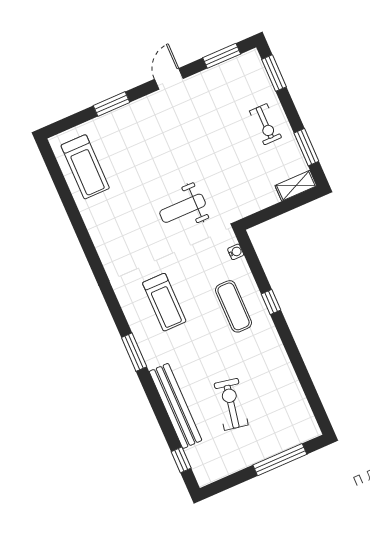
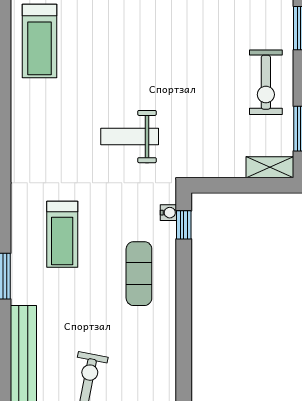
exercise bike: (265, 124) -> (266, 82), width x1.38, depth x1.39
window: (271, 302) -> (184, 225), moved

